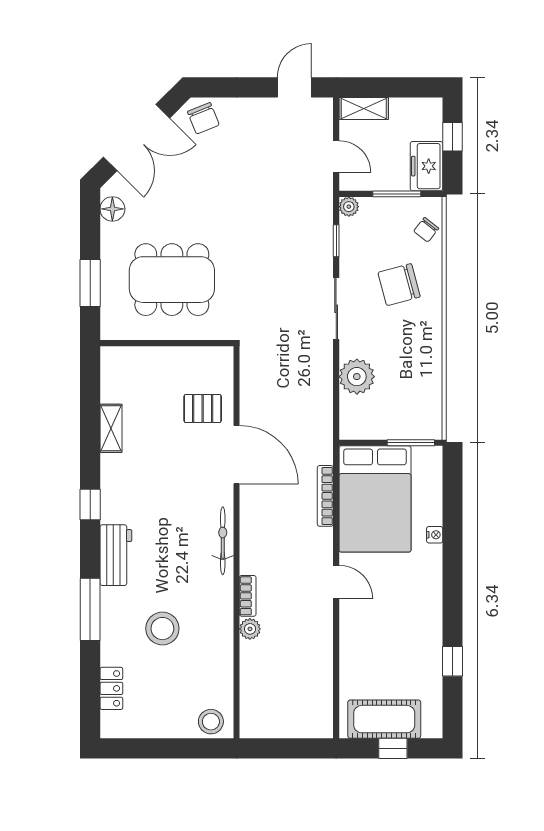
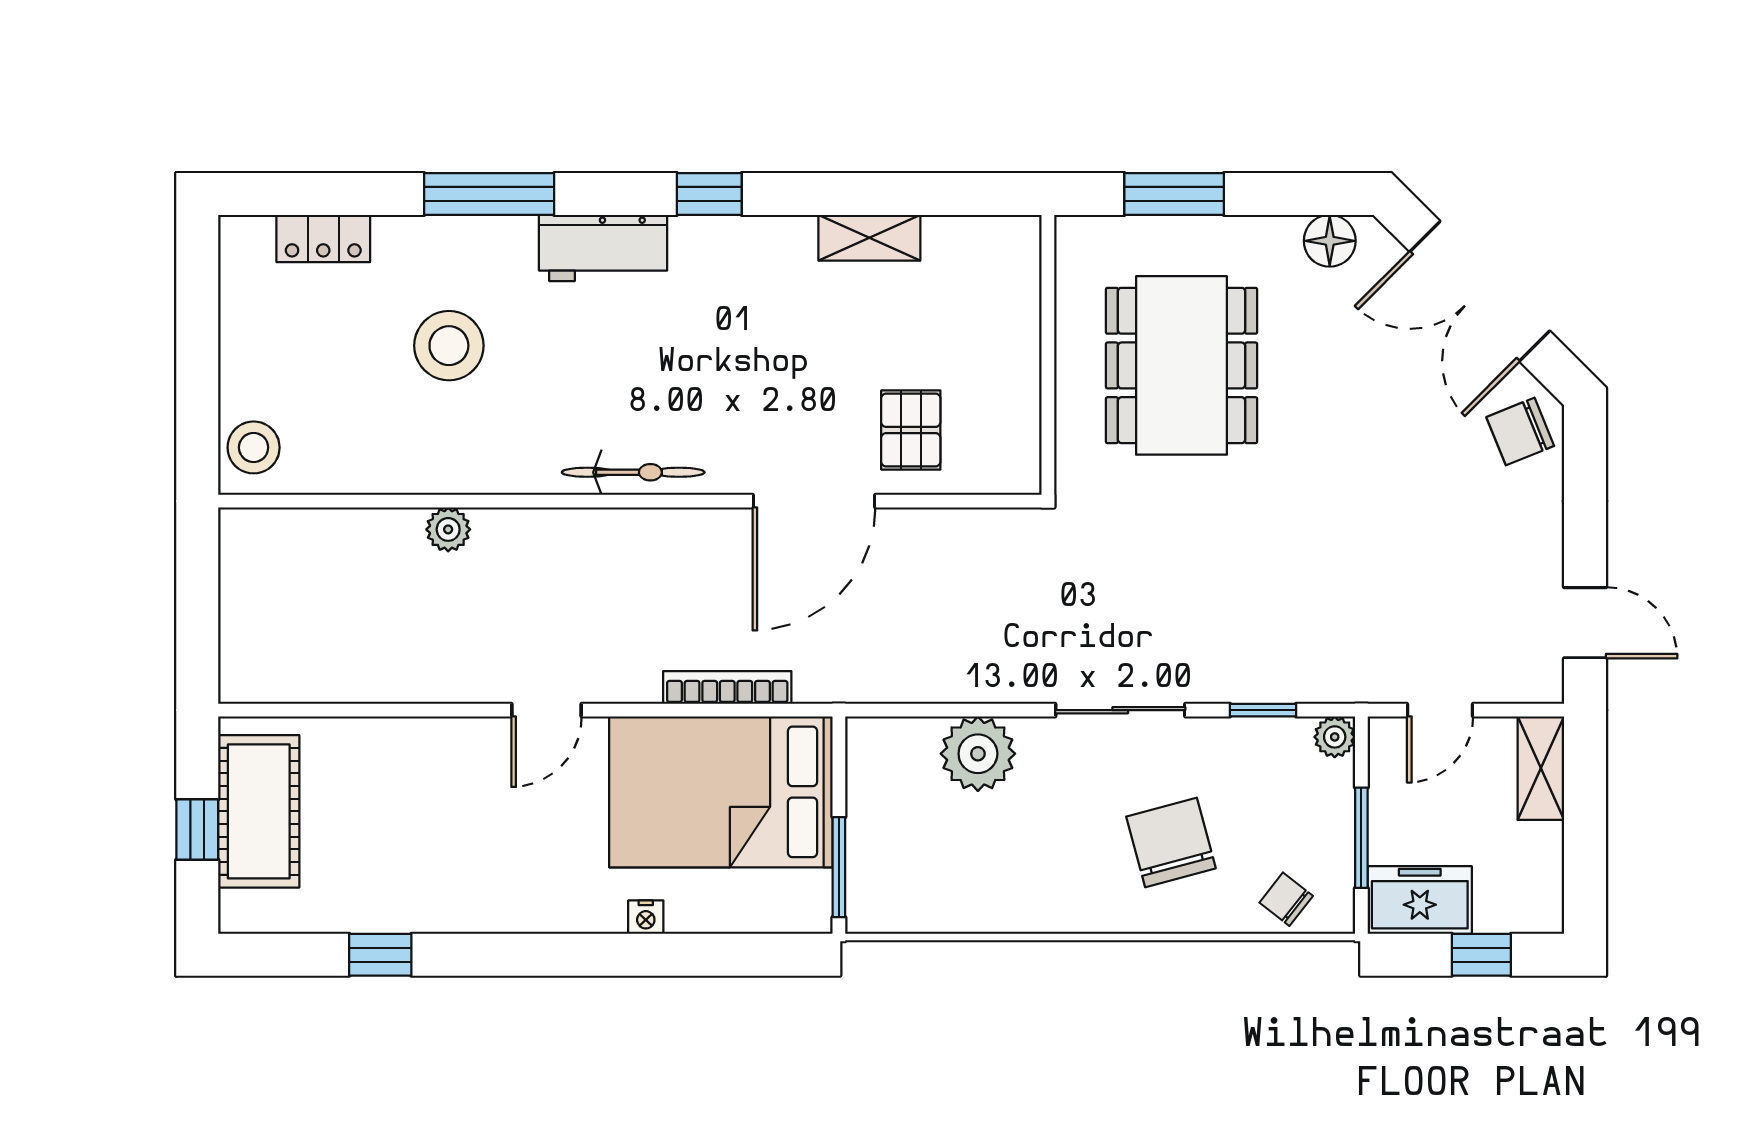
bookcase: (248, 596) -> (518, 525), removed

